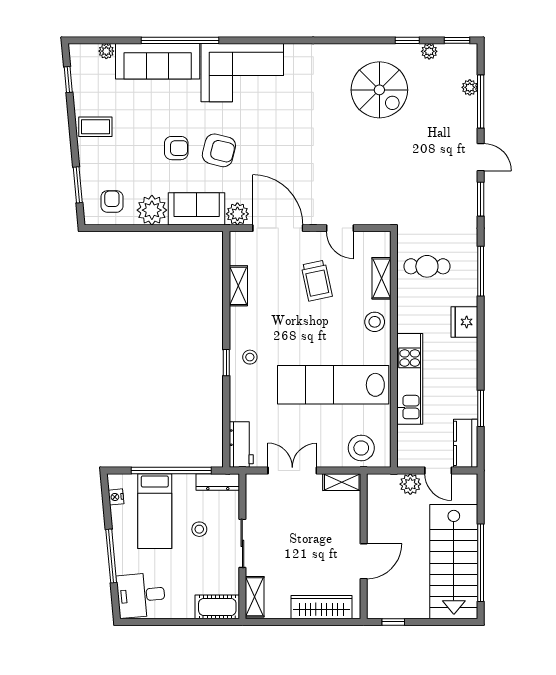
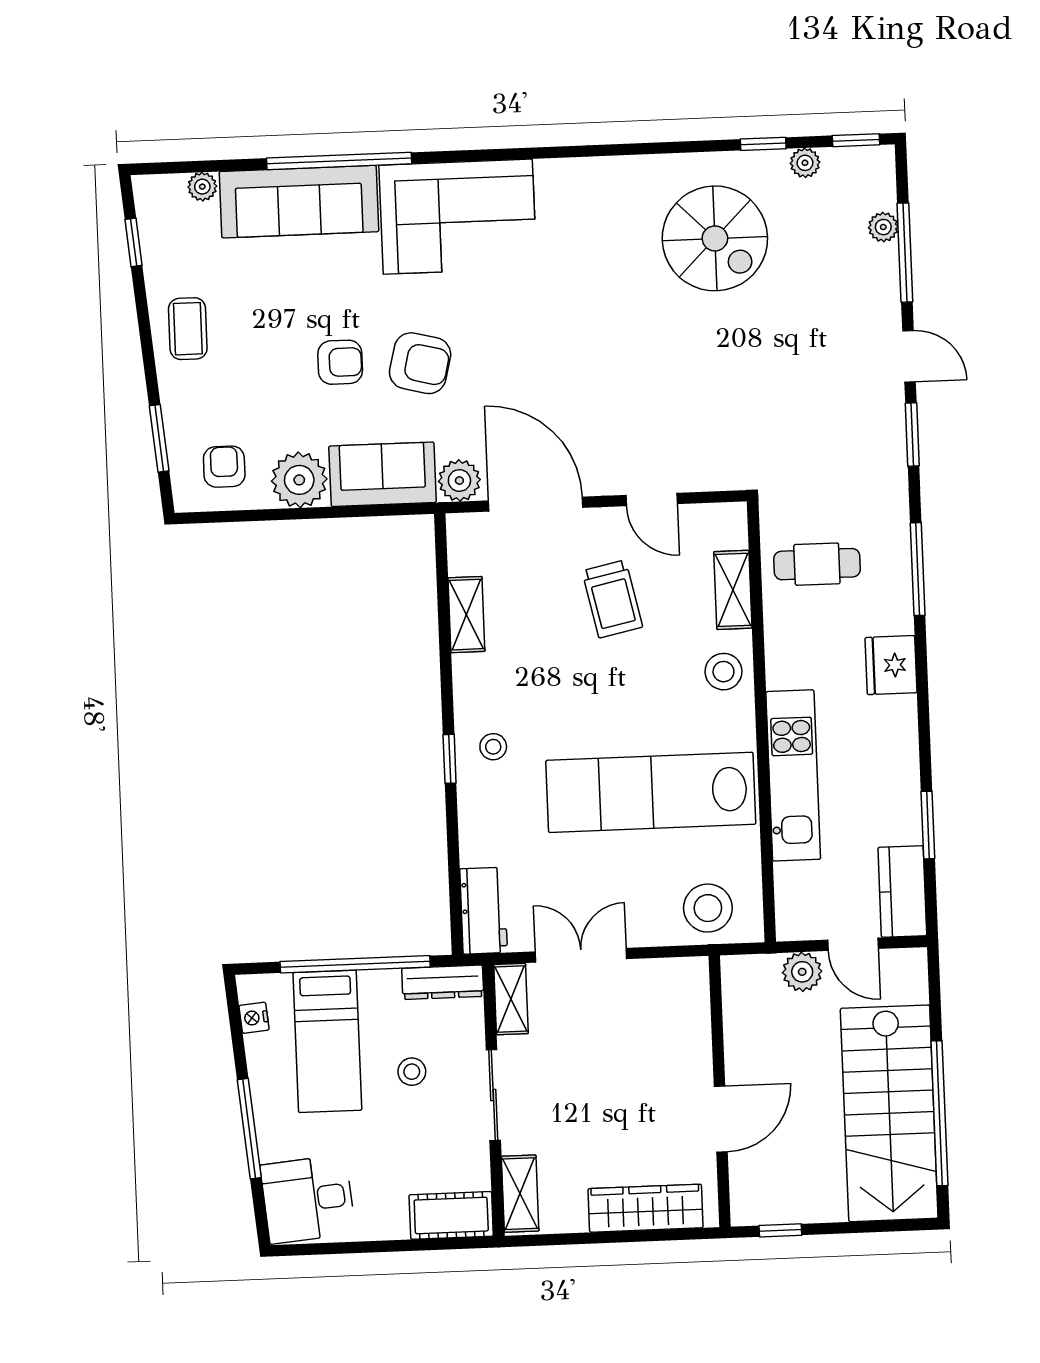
coffee table: (95, 127) -> (188, 329), turned 90
shelving: (342, 482) -> (511, 999), moved, turned 90

